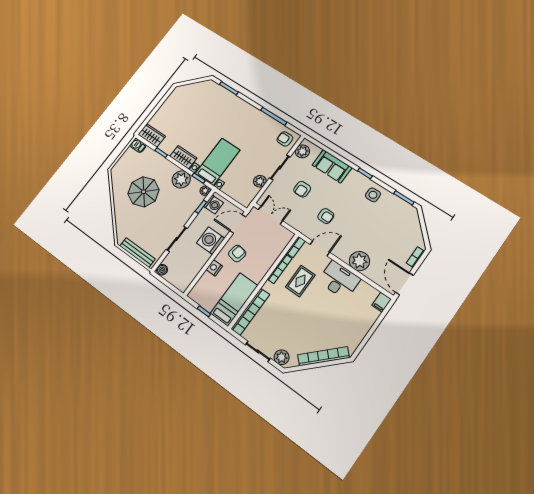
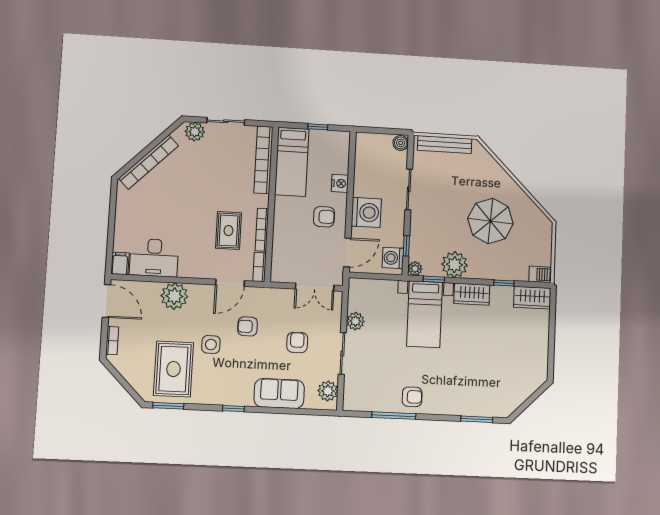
armchair: (285, 139) -> (412, 397), moved
side table: (373, 195) -> (211, 344), moved
rug: (387, 217) -> (173, 369), added
armchair: (237, 254) -> (324, 217), turned -100
desk: (339, 280) -> (154, 258), moved

